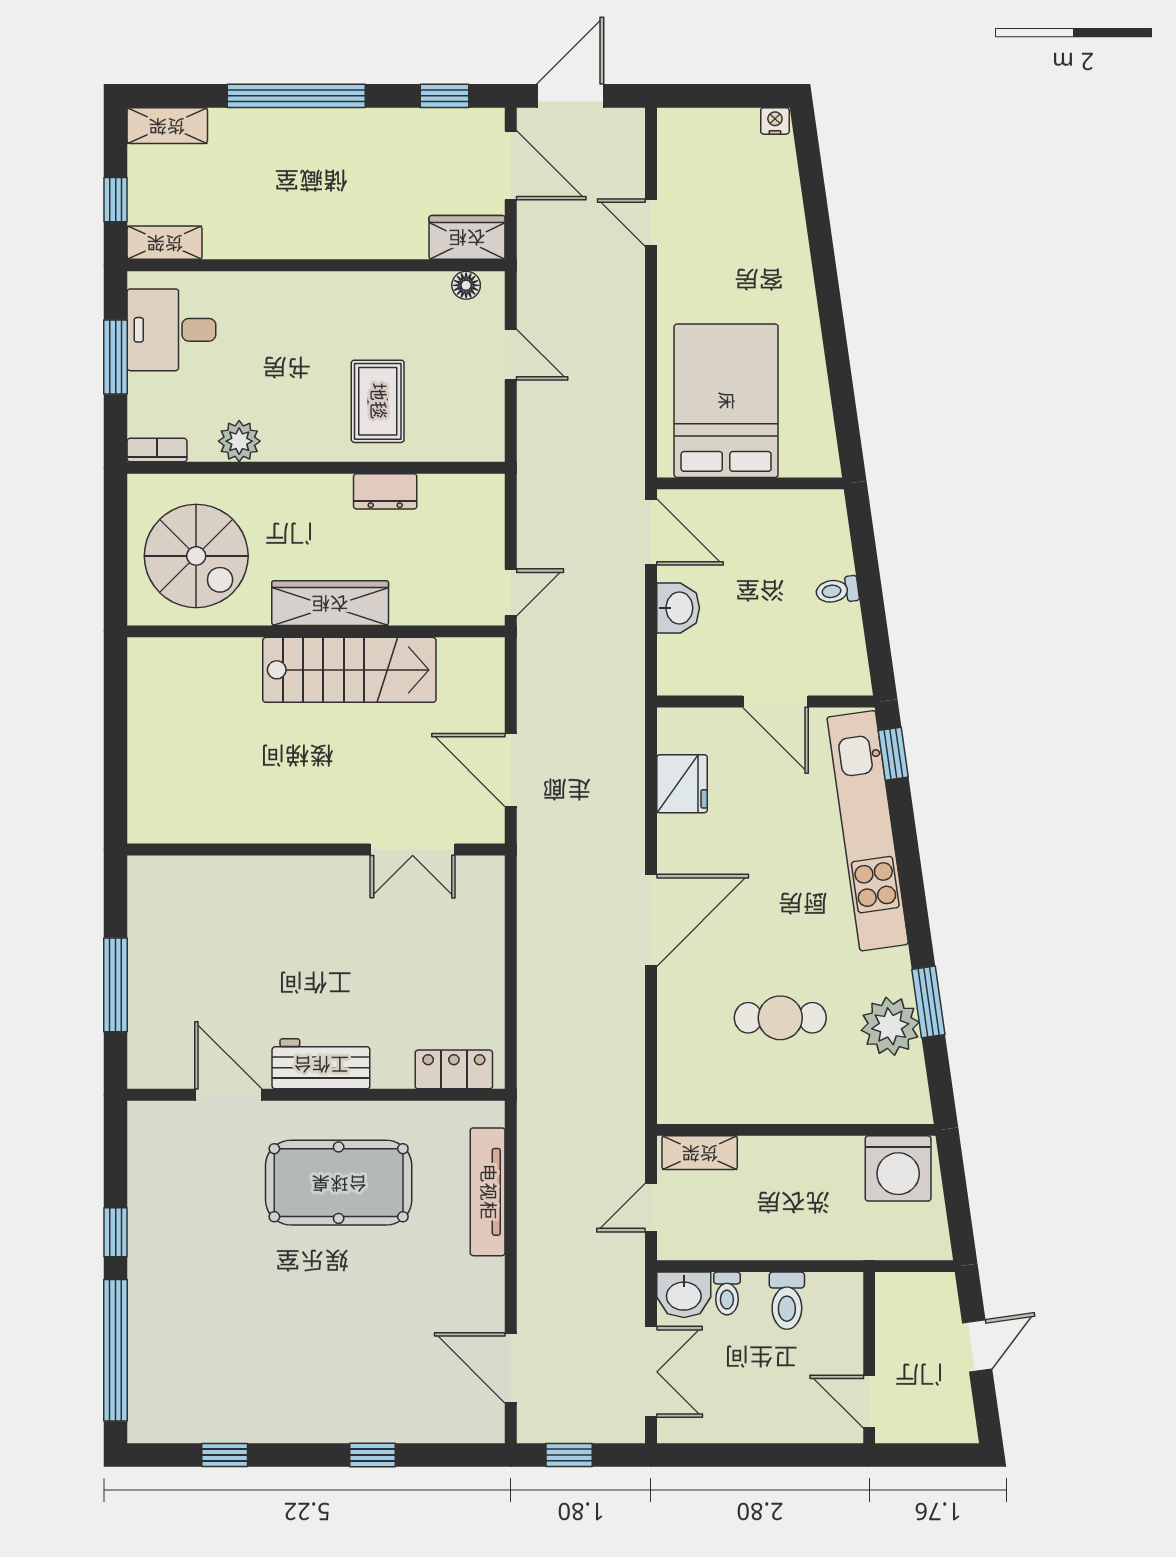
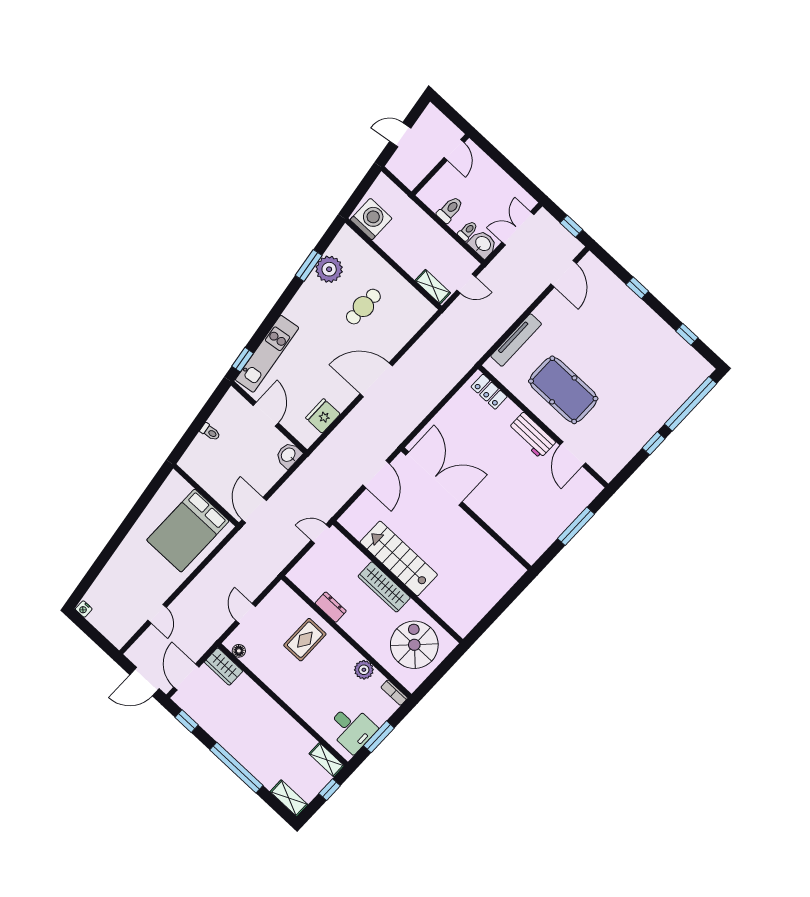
washbasin: (678, 608) -> (289, 455), moved
kitchen unit: (868, 831) -> (267, 354), width x0.73
double door: (413, 849) -> (434, 478), width x1.87
cafe table: (780, 1018) -> (363, 307), turned 90

